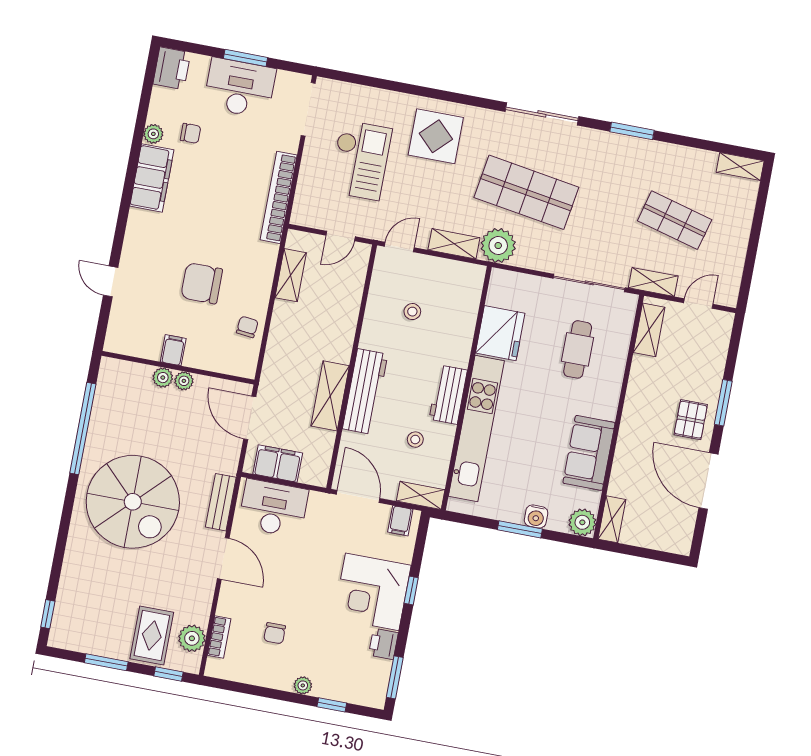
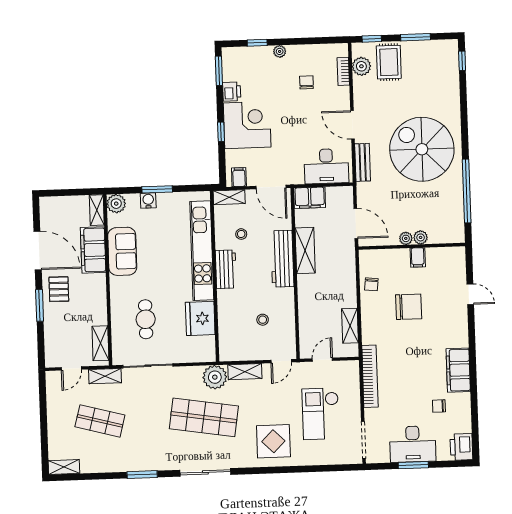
plant: (153, 134) -> (464, 400), removed
filing cabinet: (278, 463) -> (310, 198), moved
filing cabinet: (630, 464) -> (93, 250), added

